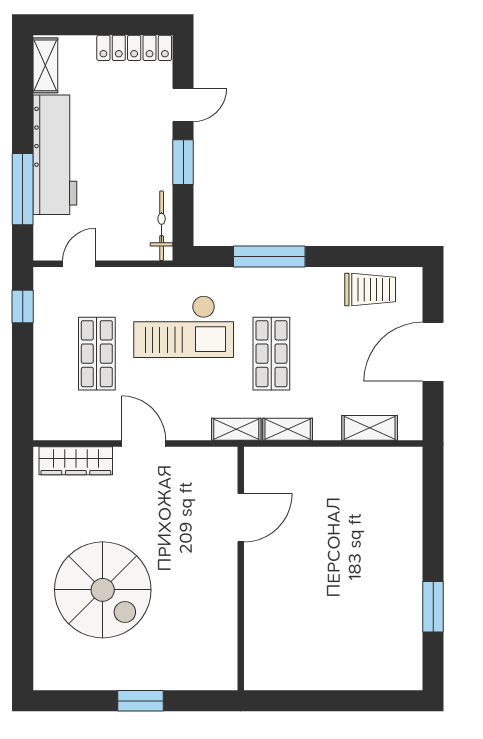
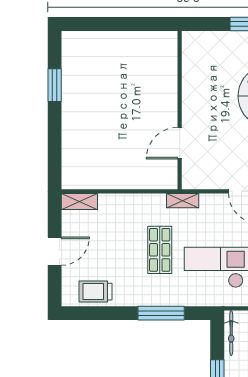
door: (433, 352) -> (55, 251), width x0.73
shelving: (370, 428) -> (79, 202), moved
shelving: (288, 429) -> (149, 201), removed

